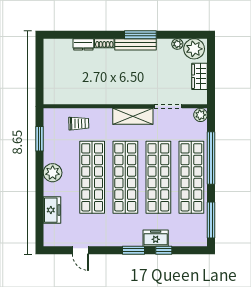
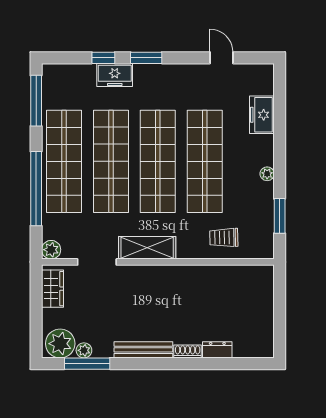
window: (140, 35) -> (87, 364), moved
wardrobe: (199, 76) -> (53, 289), moved
plant: (53, 173) -> (267, 174), width x0.53, depth x0.53

